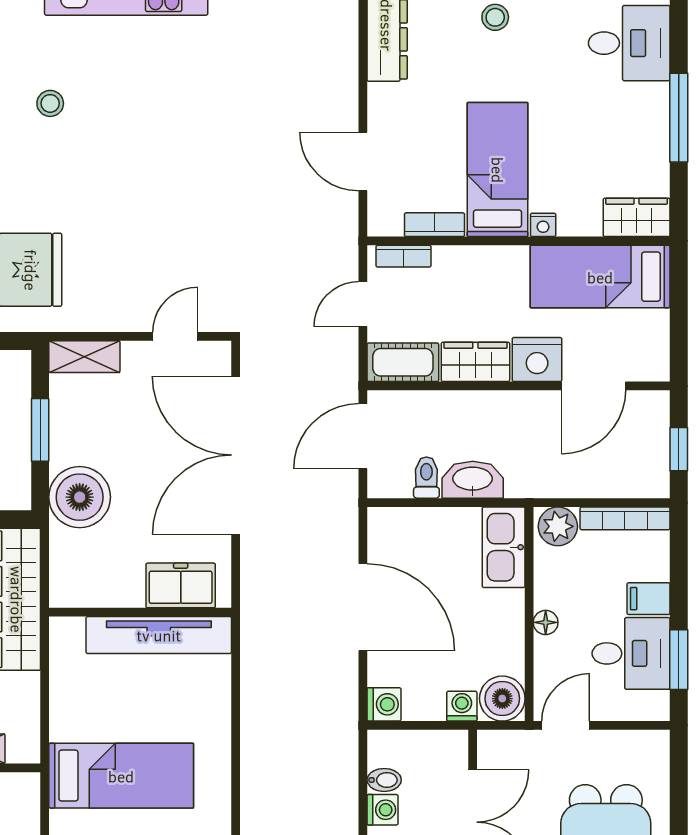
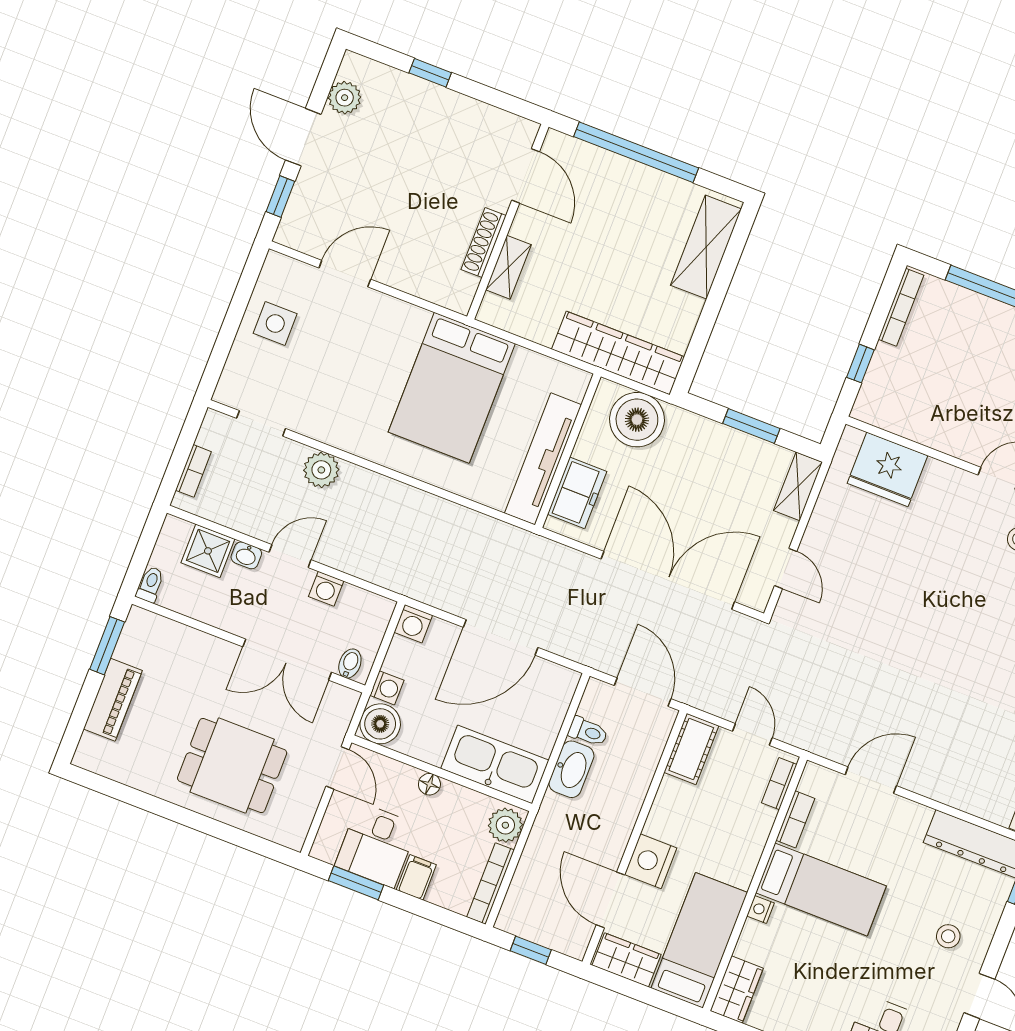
wardrobe: (475, 362) -> (627, 960), moved, turned -90
boiler: (80, 497) -> (637, 420), moved
kitchen sink: (504, 547) -> (495, 764), width x1.36, depth x1.24
bed: (121, 776) -> (452, 388), width x1.50
bidet: (384, 780) -> (350, 664), moved, turned 180

